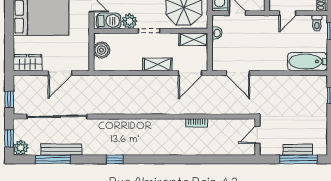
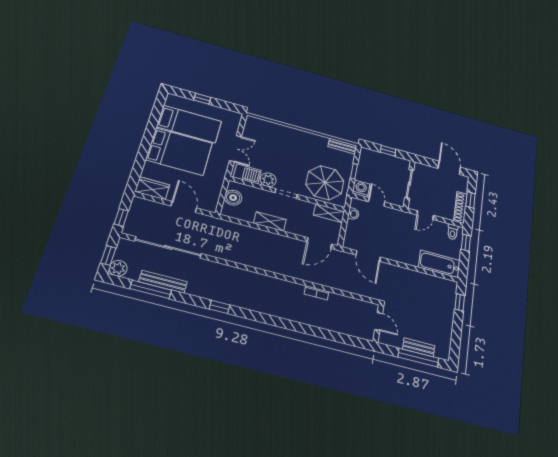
shelving: (157, 64) -> (270, 221), moved
door: (60, 73) -> (184, 207), swing flipped
door: (257, 135) -> (379, 321), swing flipped

